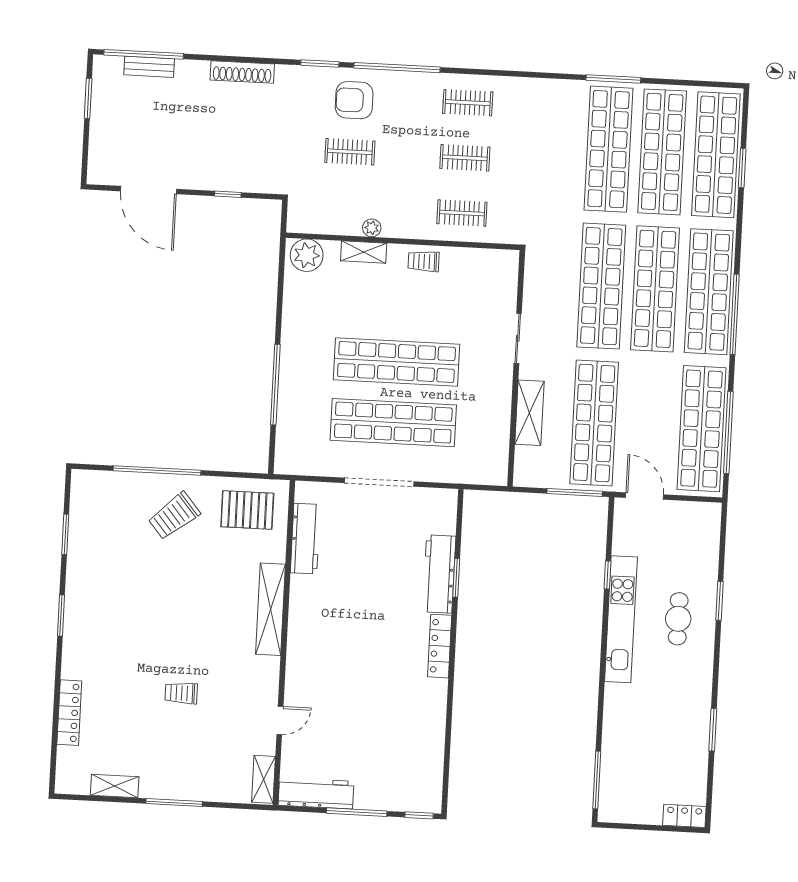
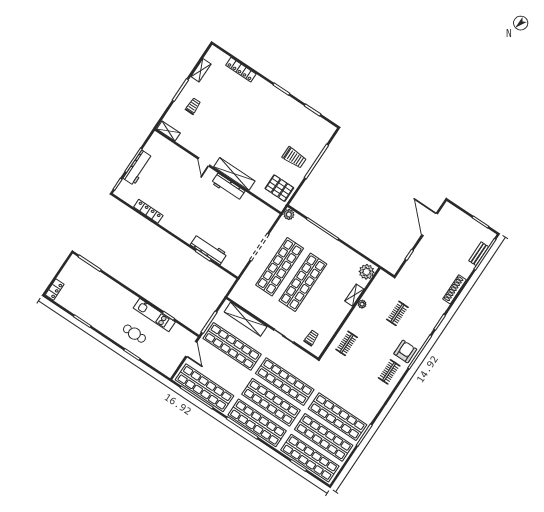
armchair: (354, 100) -> (405, 351), moved
clothes rail: (465, 158) -> (368, 358), removed
door: (149, 190) -> (430, 224), hinge flipped
trolley: (424, 261) -> (311, 338), moved
shelving: (529, 413) -> (246, 319), width x1.47
plant: (286, 463) -> (289, 214), added
door: (645, 496) -> (191, 349), hinge flipped
pallet: (247, 510) -> (279, 188), turned 90
trolley: (174, 516) -> (294, 158), turned 130
workbench: (305, 539) -> (228, 187), moved
kitchen unit: (621, 619) -> (154, 315), width x0.73
locker: (440, 646) -> (148, 211), moved
trolley: (181, 693) -> (193, 106), moved
door: (280, 720) -> (204, 162), moved
workbench: (316, 793) -> (138, 168), moved

